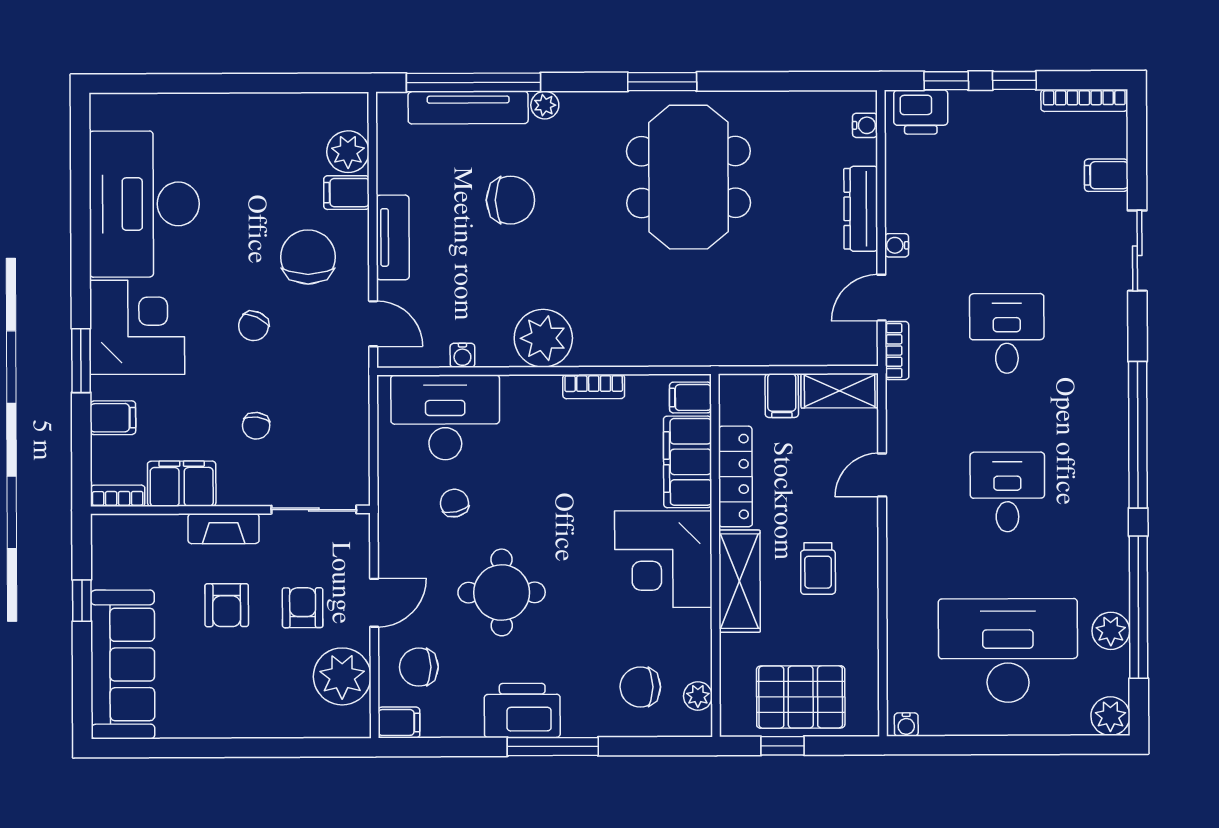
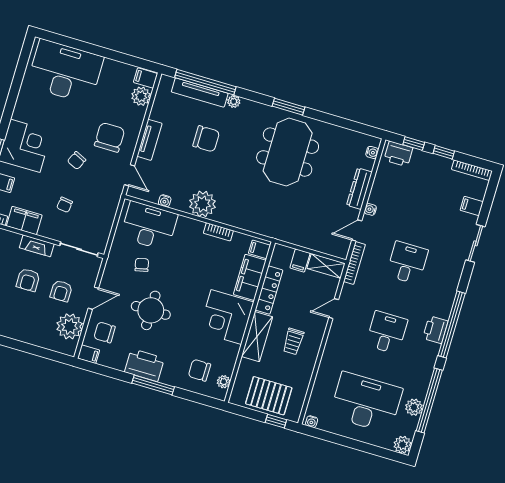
filing cabinet: (346, 193) -> (146, 78), moved
desk: (144, 204) -> (65, 71), moved, turned 90
bookcase: (897, 351) -> (354, 263), width x1.56
printer: (1107, 456) -> (435, 330), added
armchair: (303, 608) -> (61, 291), turned 180
window: (782, 746) -> (276, 421), moved

